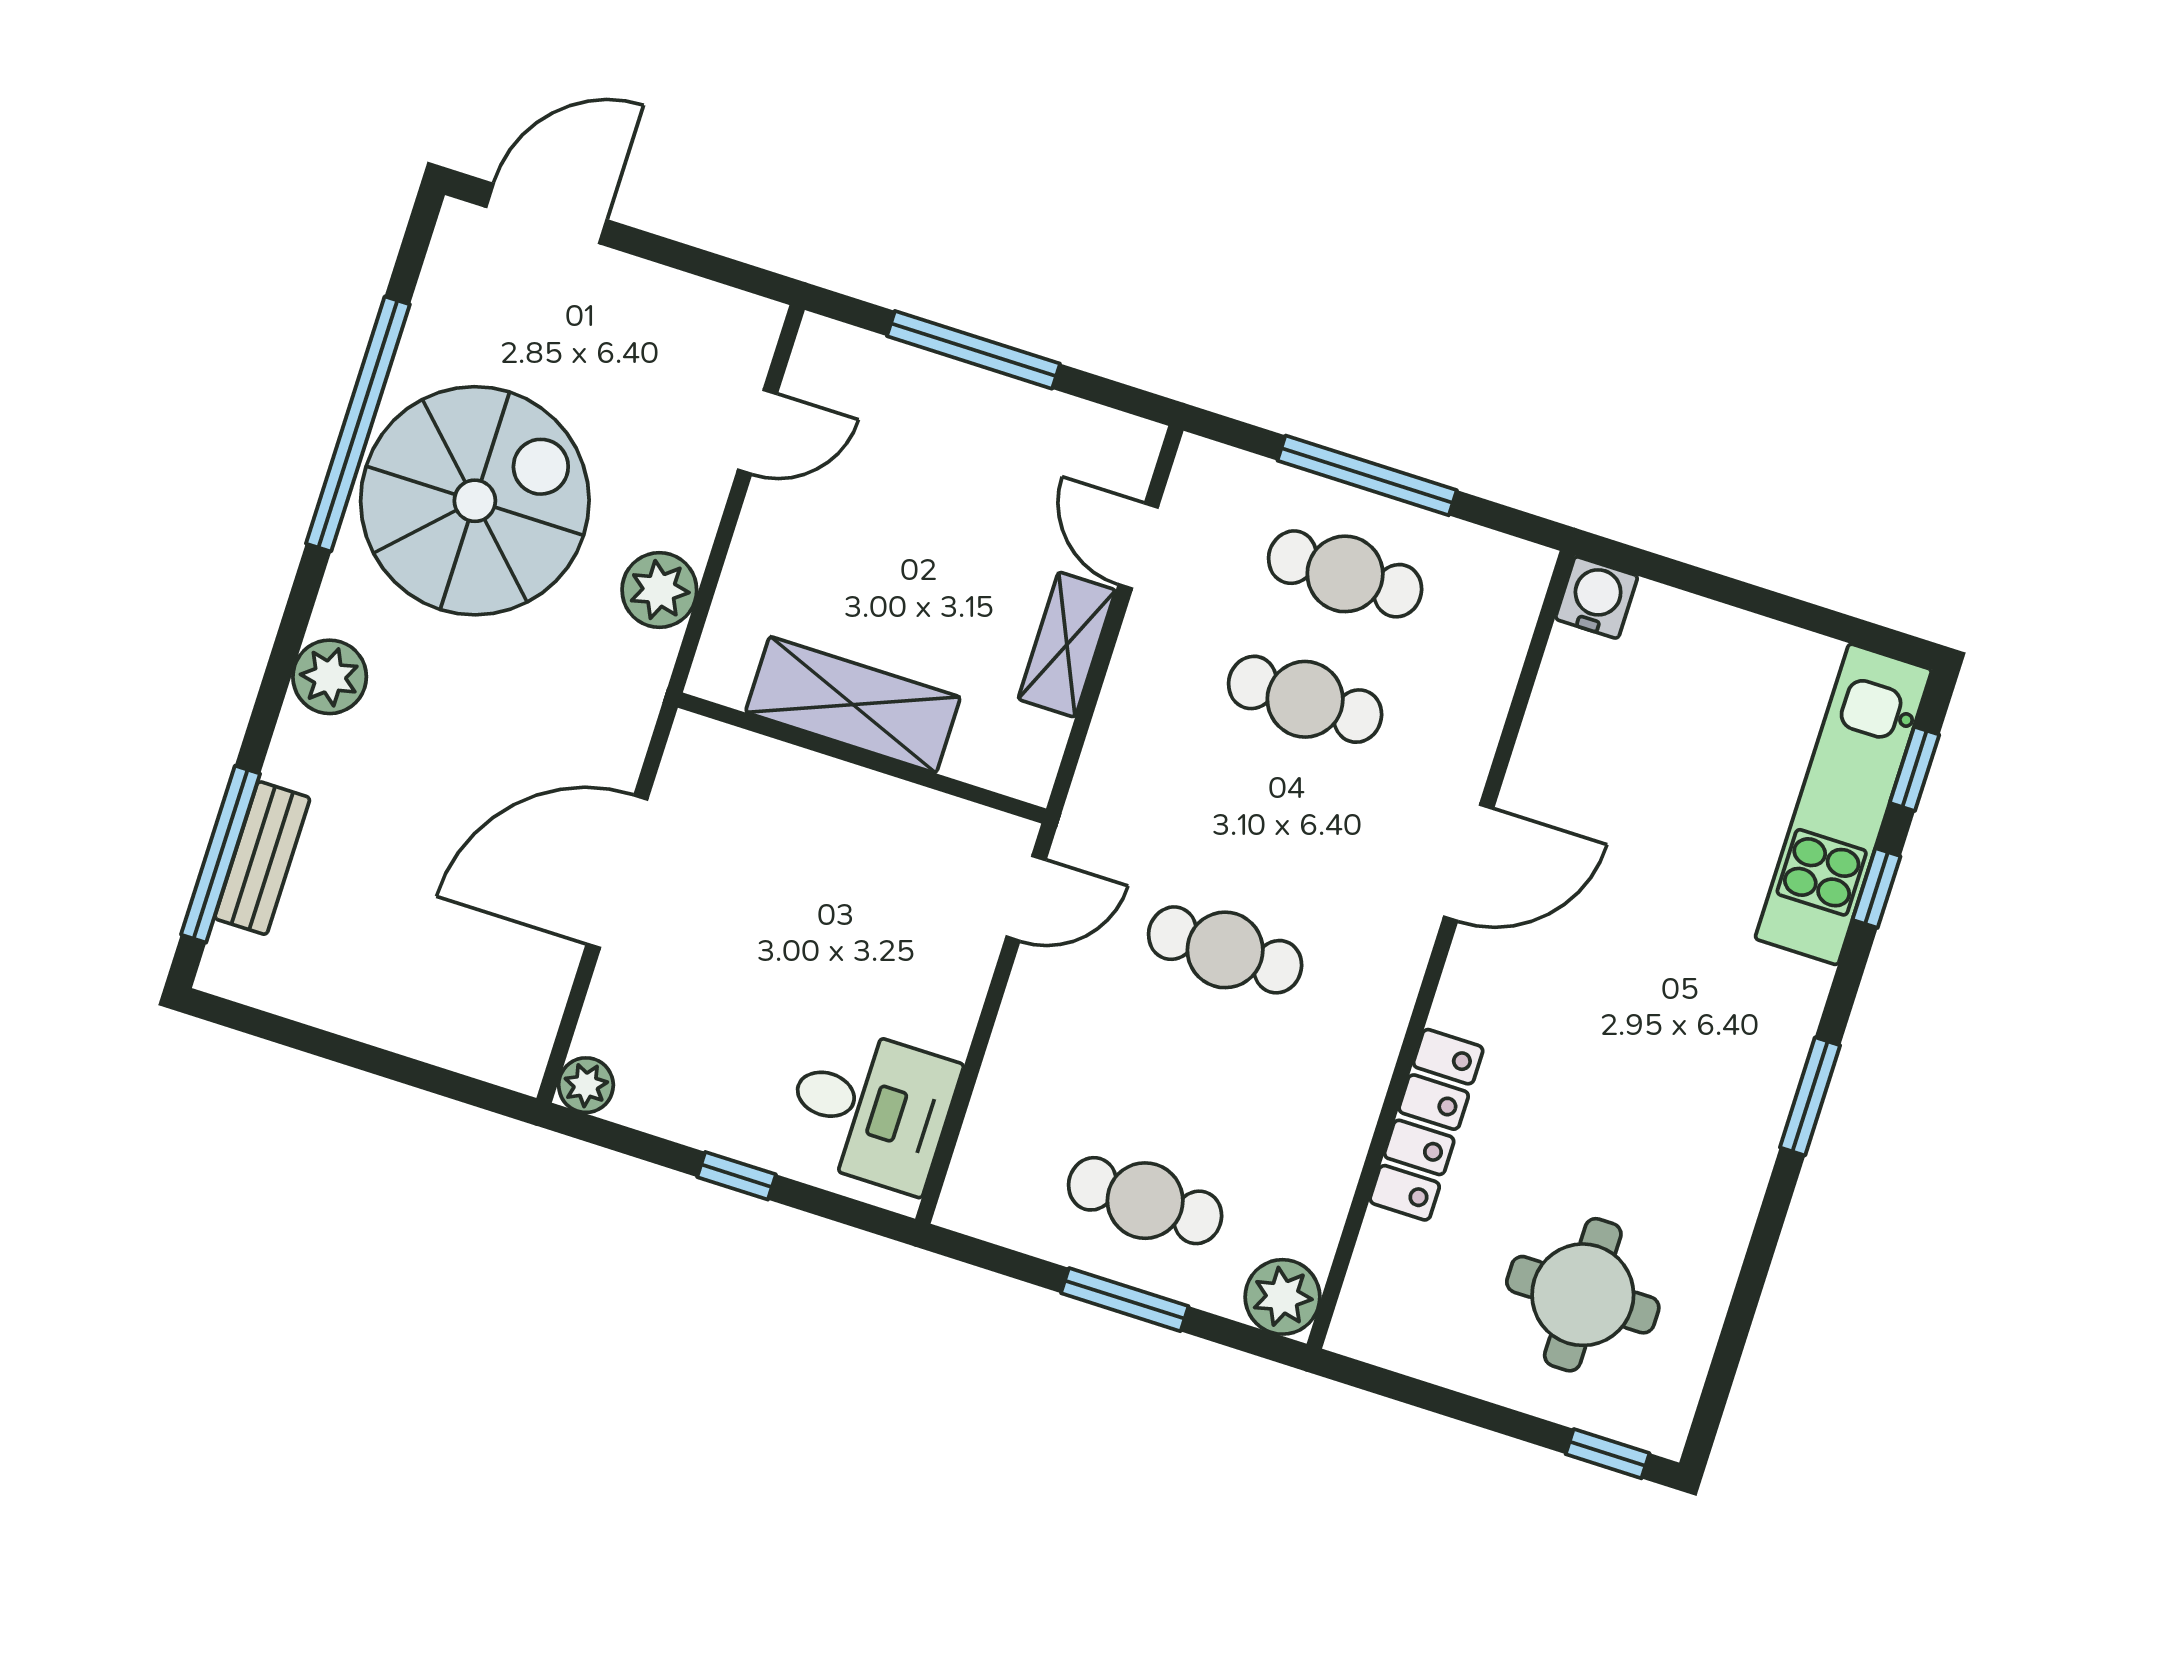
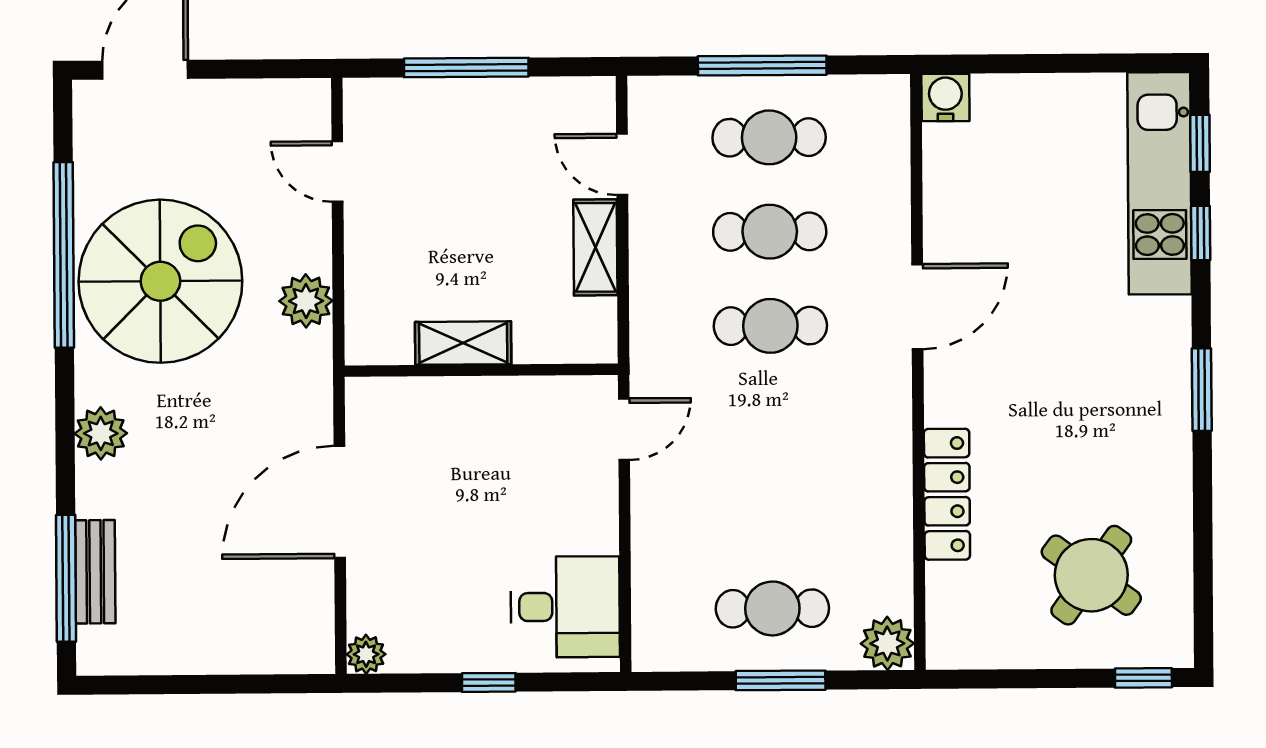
door: (757, 432) -> (337, 171), swing flipped
shelving: (853, 705) -> (463, 343), width x0.67, depth x0.75
cafe table: (1225, 950) -> (770, 326), moved
round table: (1583, 1295) -> (1091, 575), turned 36

